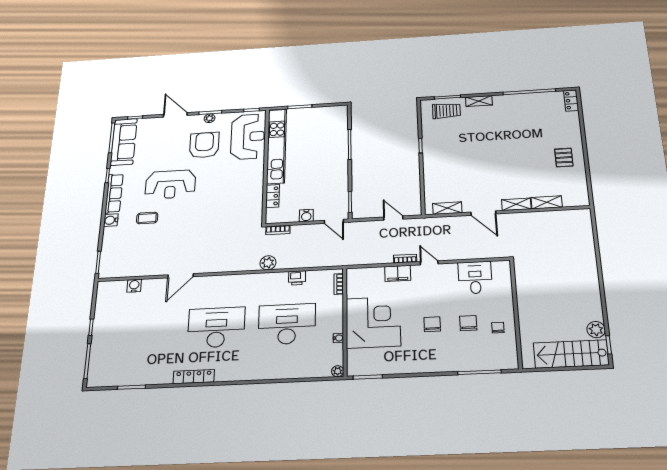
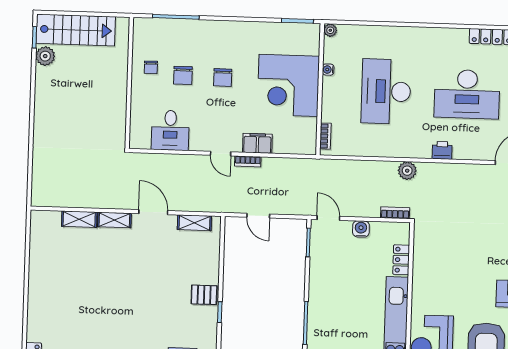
pallet: (564, 158) -> (204, 295), moved, turned 90
printer: (297, 278) -> (442, 150), moved
desk: (287, 324) -> (386, 91), turned 90

